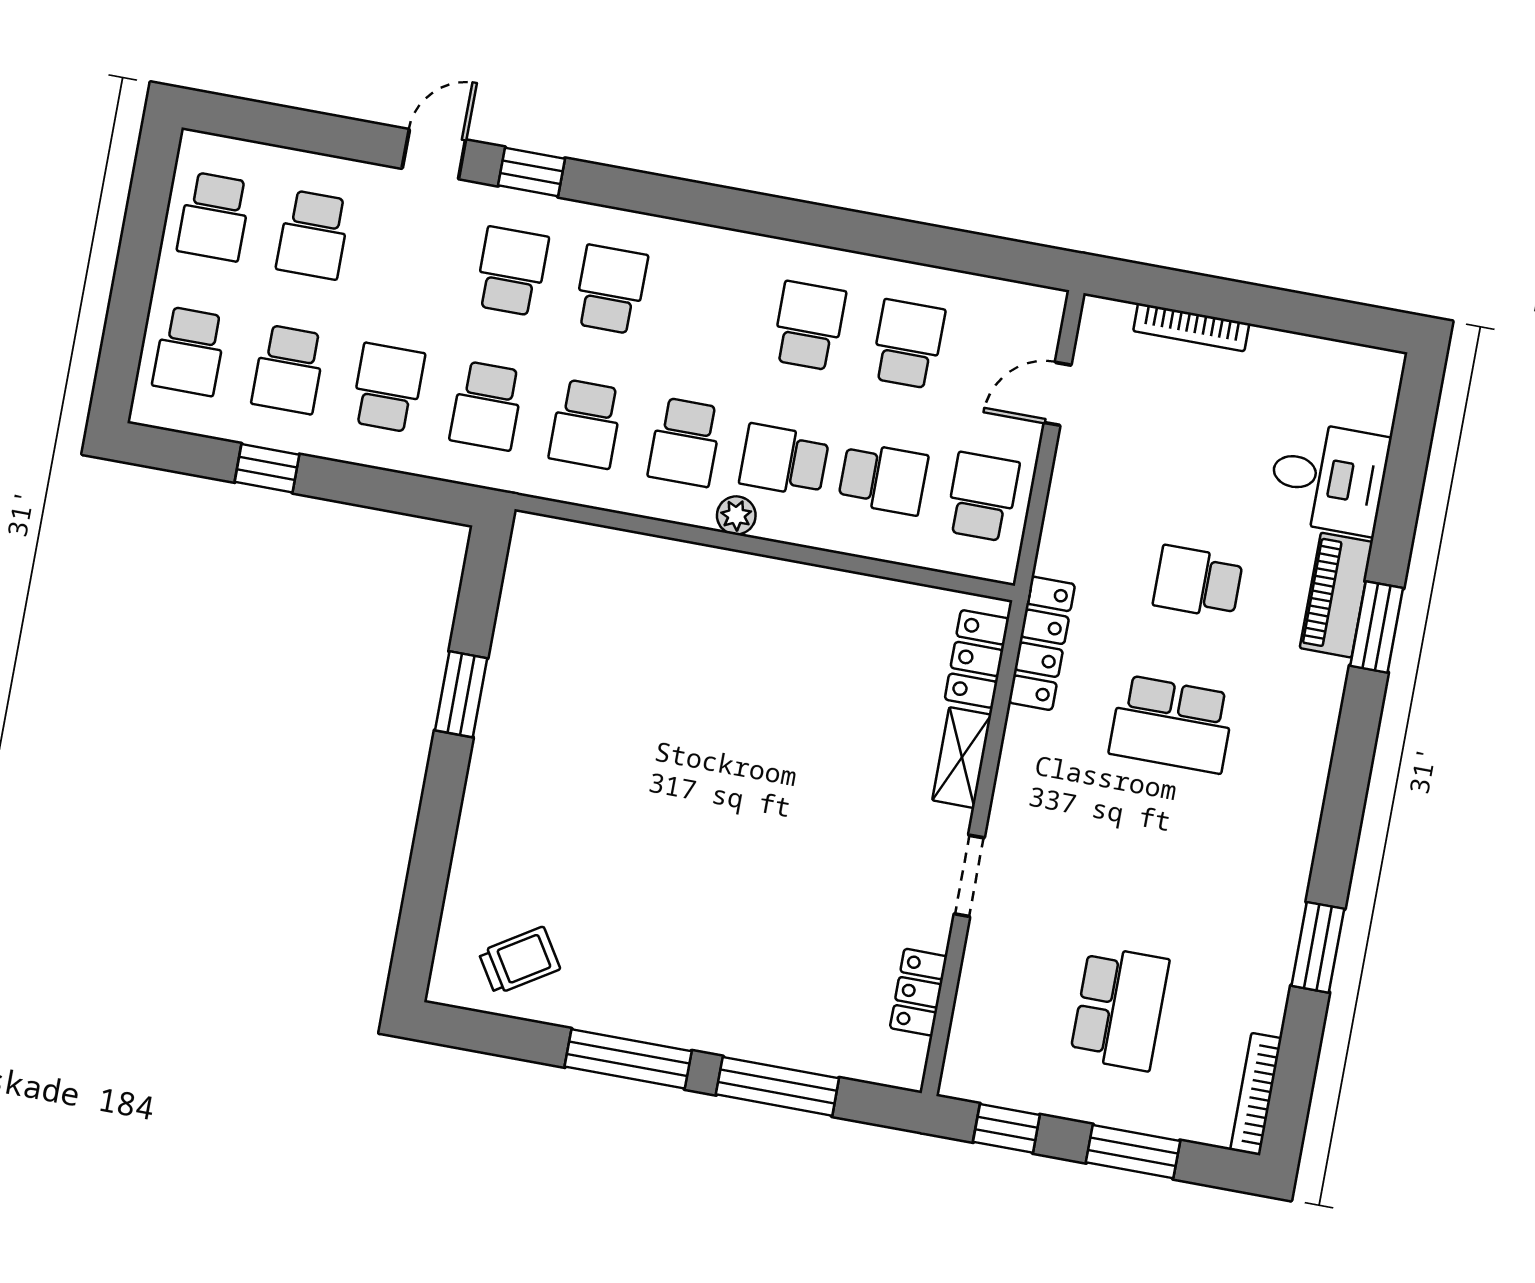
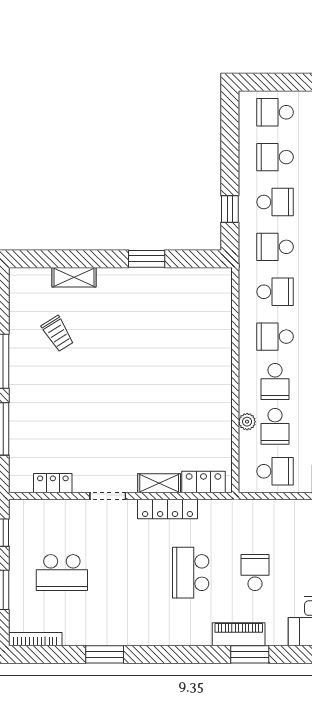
school desk: (586, 424) -> (275, 292), turned 180
school desk: (784, 460) -> (275, 381), turned 180
window: (267, 468) -> (230, 209), moved
plant: (736, 515) -> (247, 422), moved
piano: (1336, 595) -> (239, 634), moved
locker: (1042, 643) -> (168, 509), moved
shelving: (472, 862) -> (74, 277), added
trolley: (519, 961) -> (58, 334), moved

